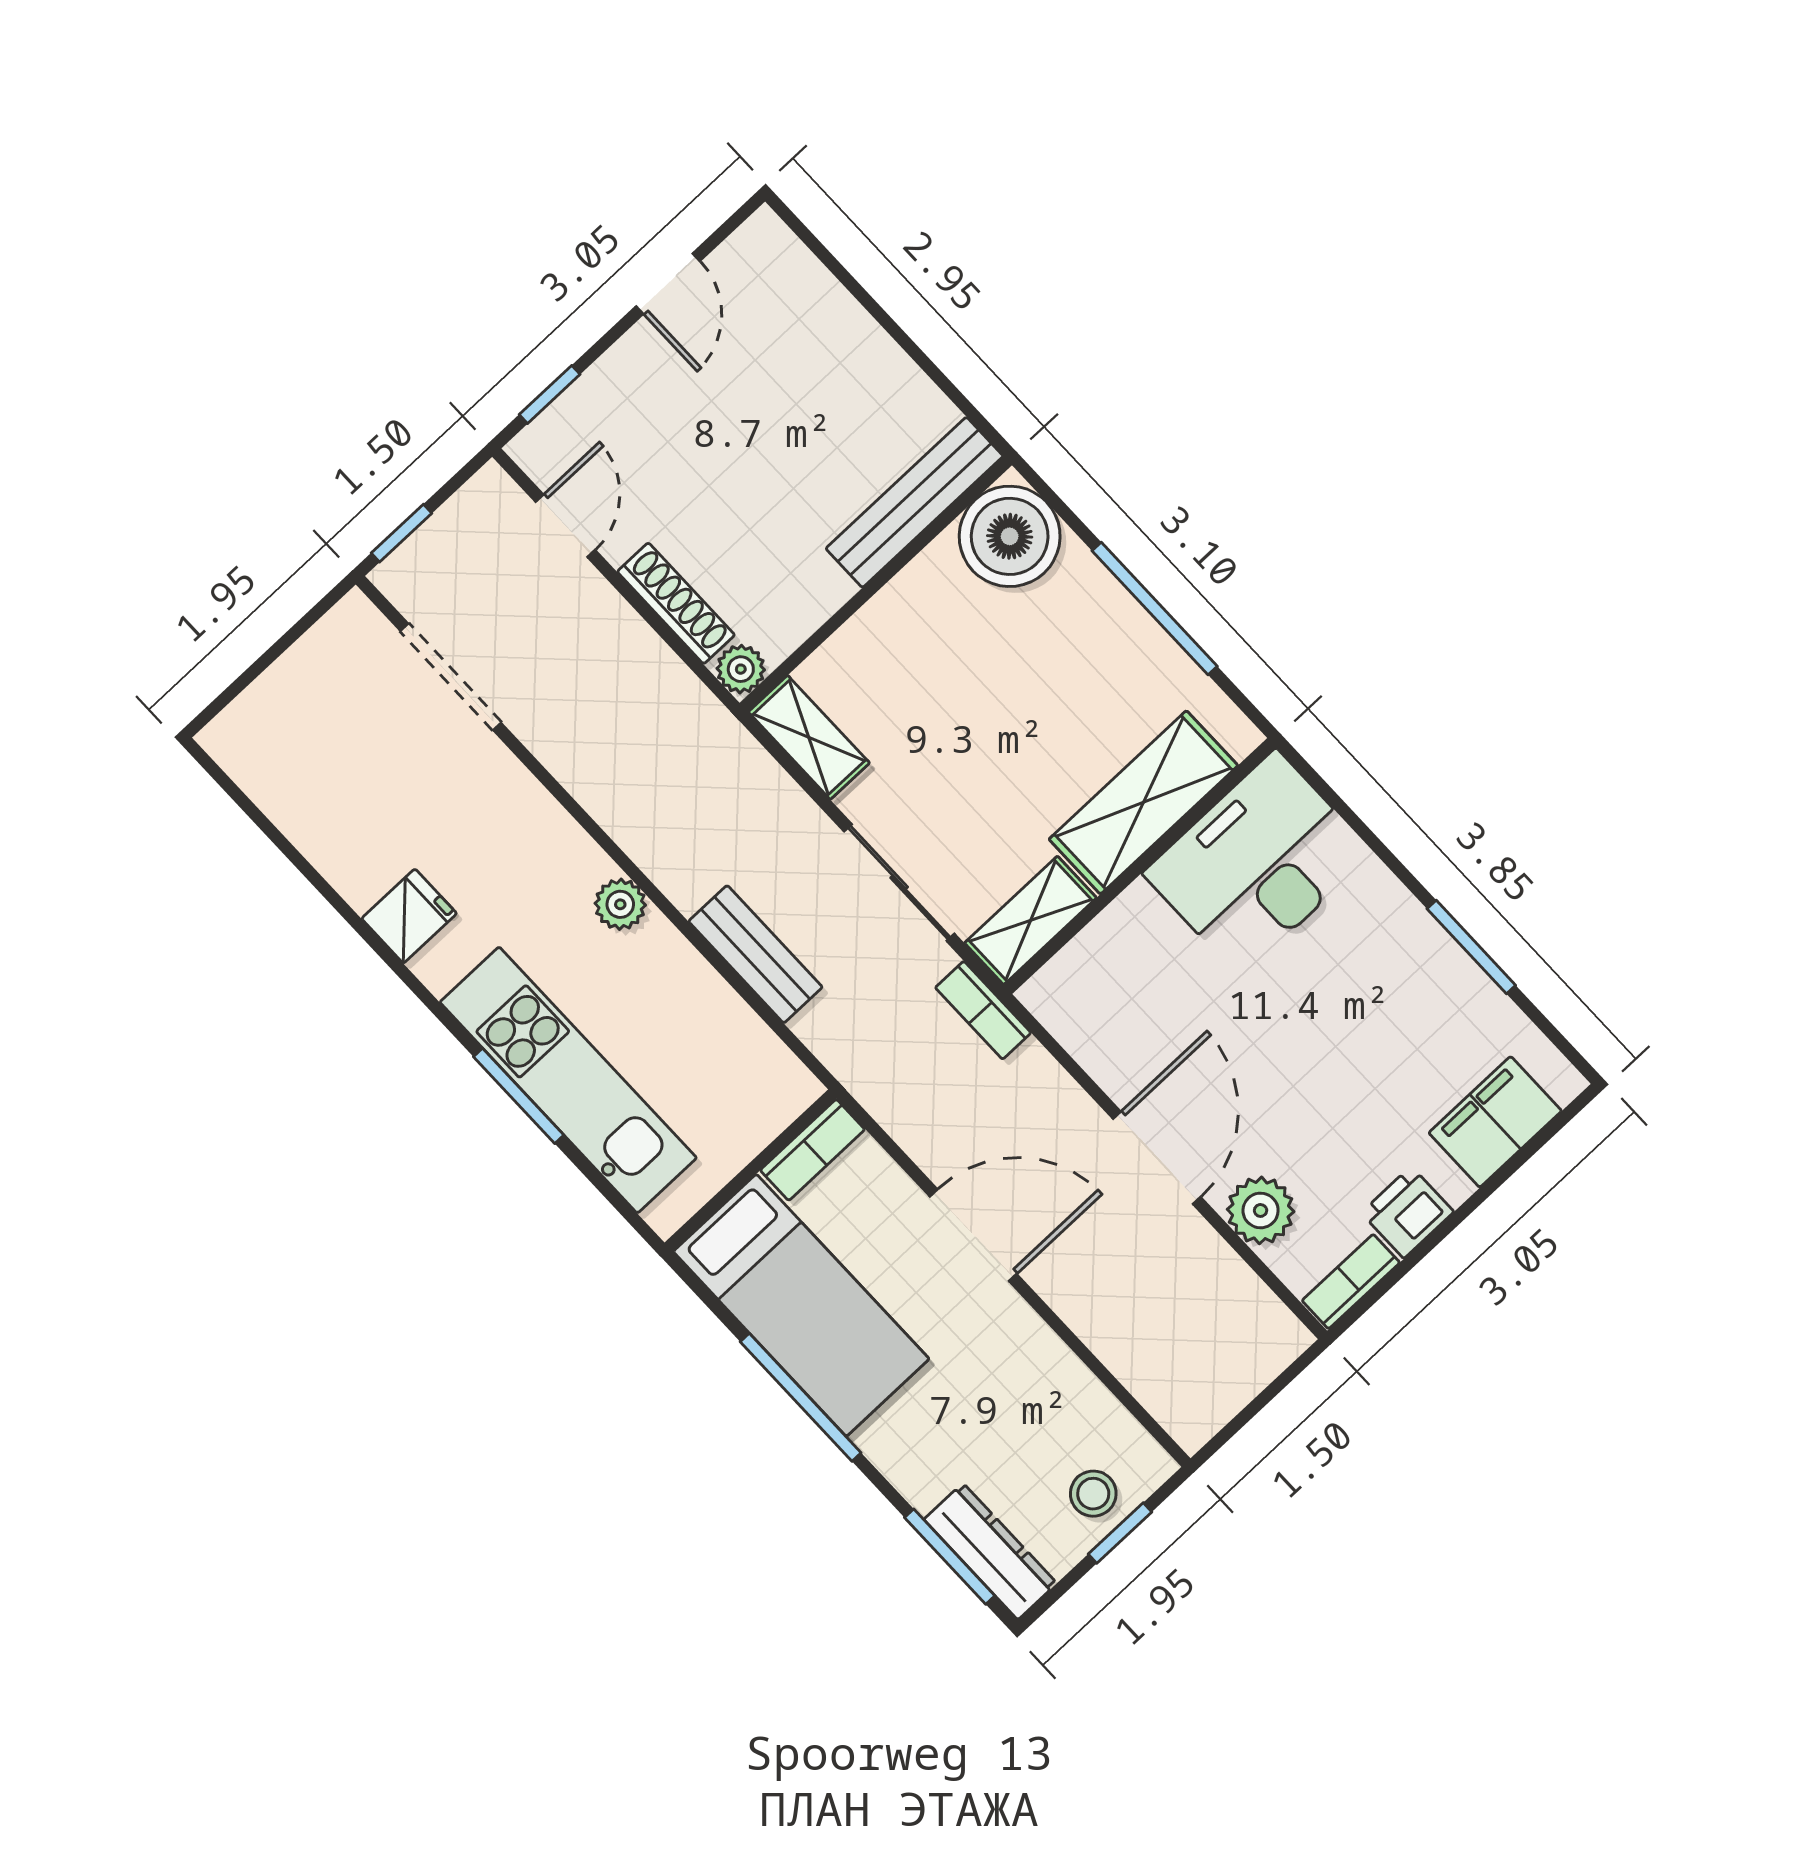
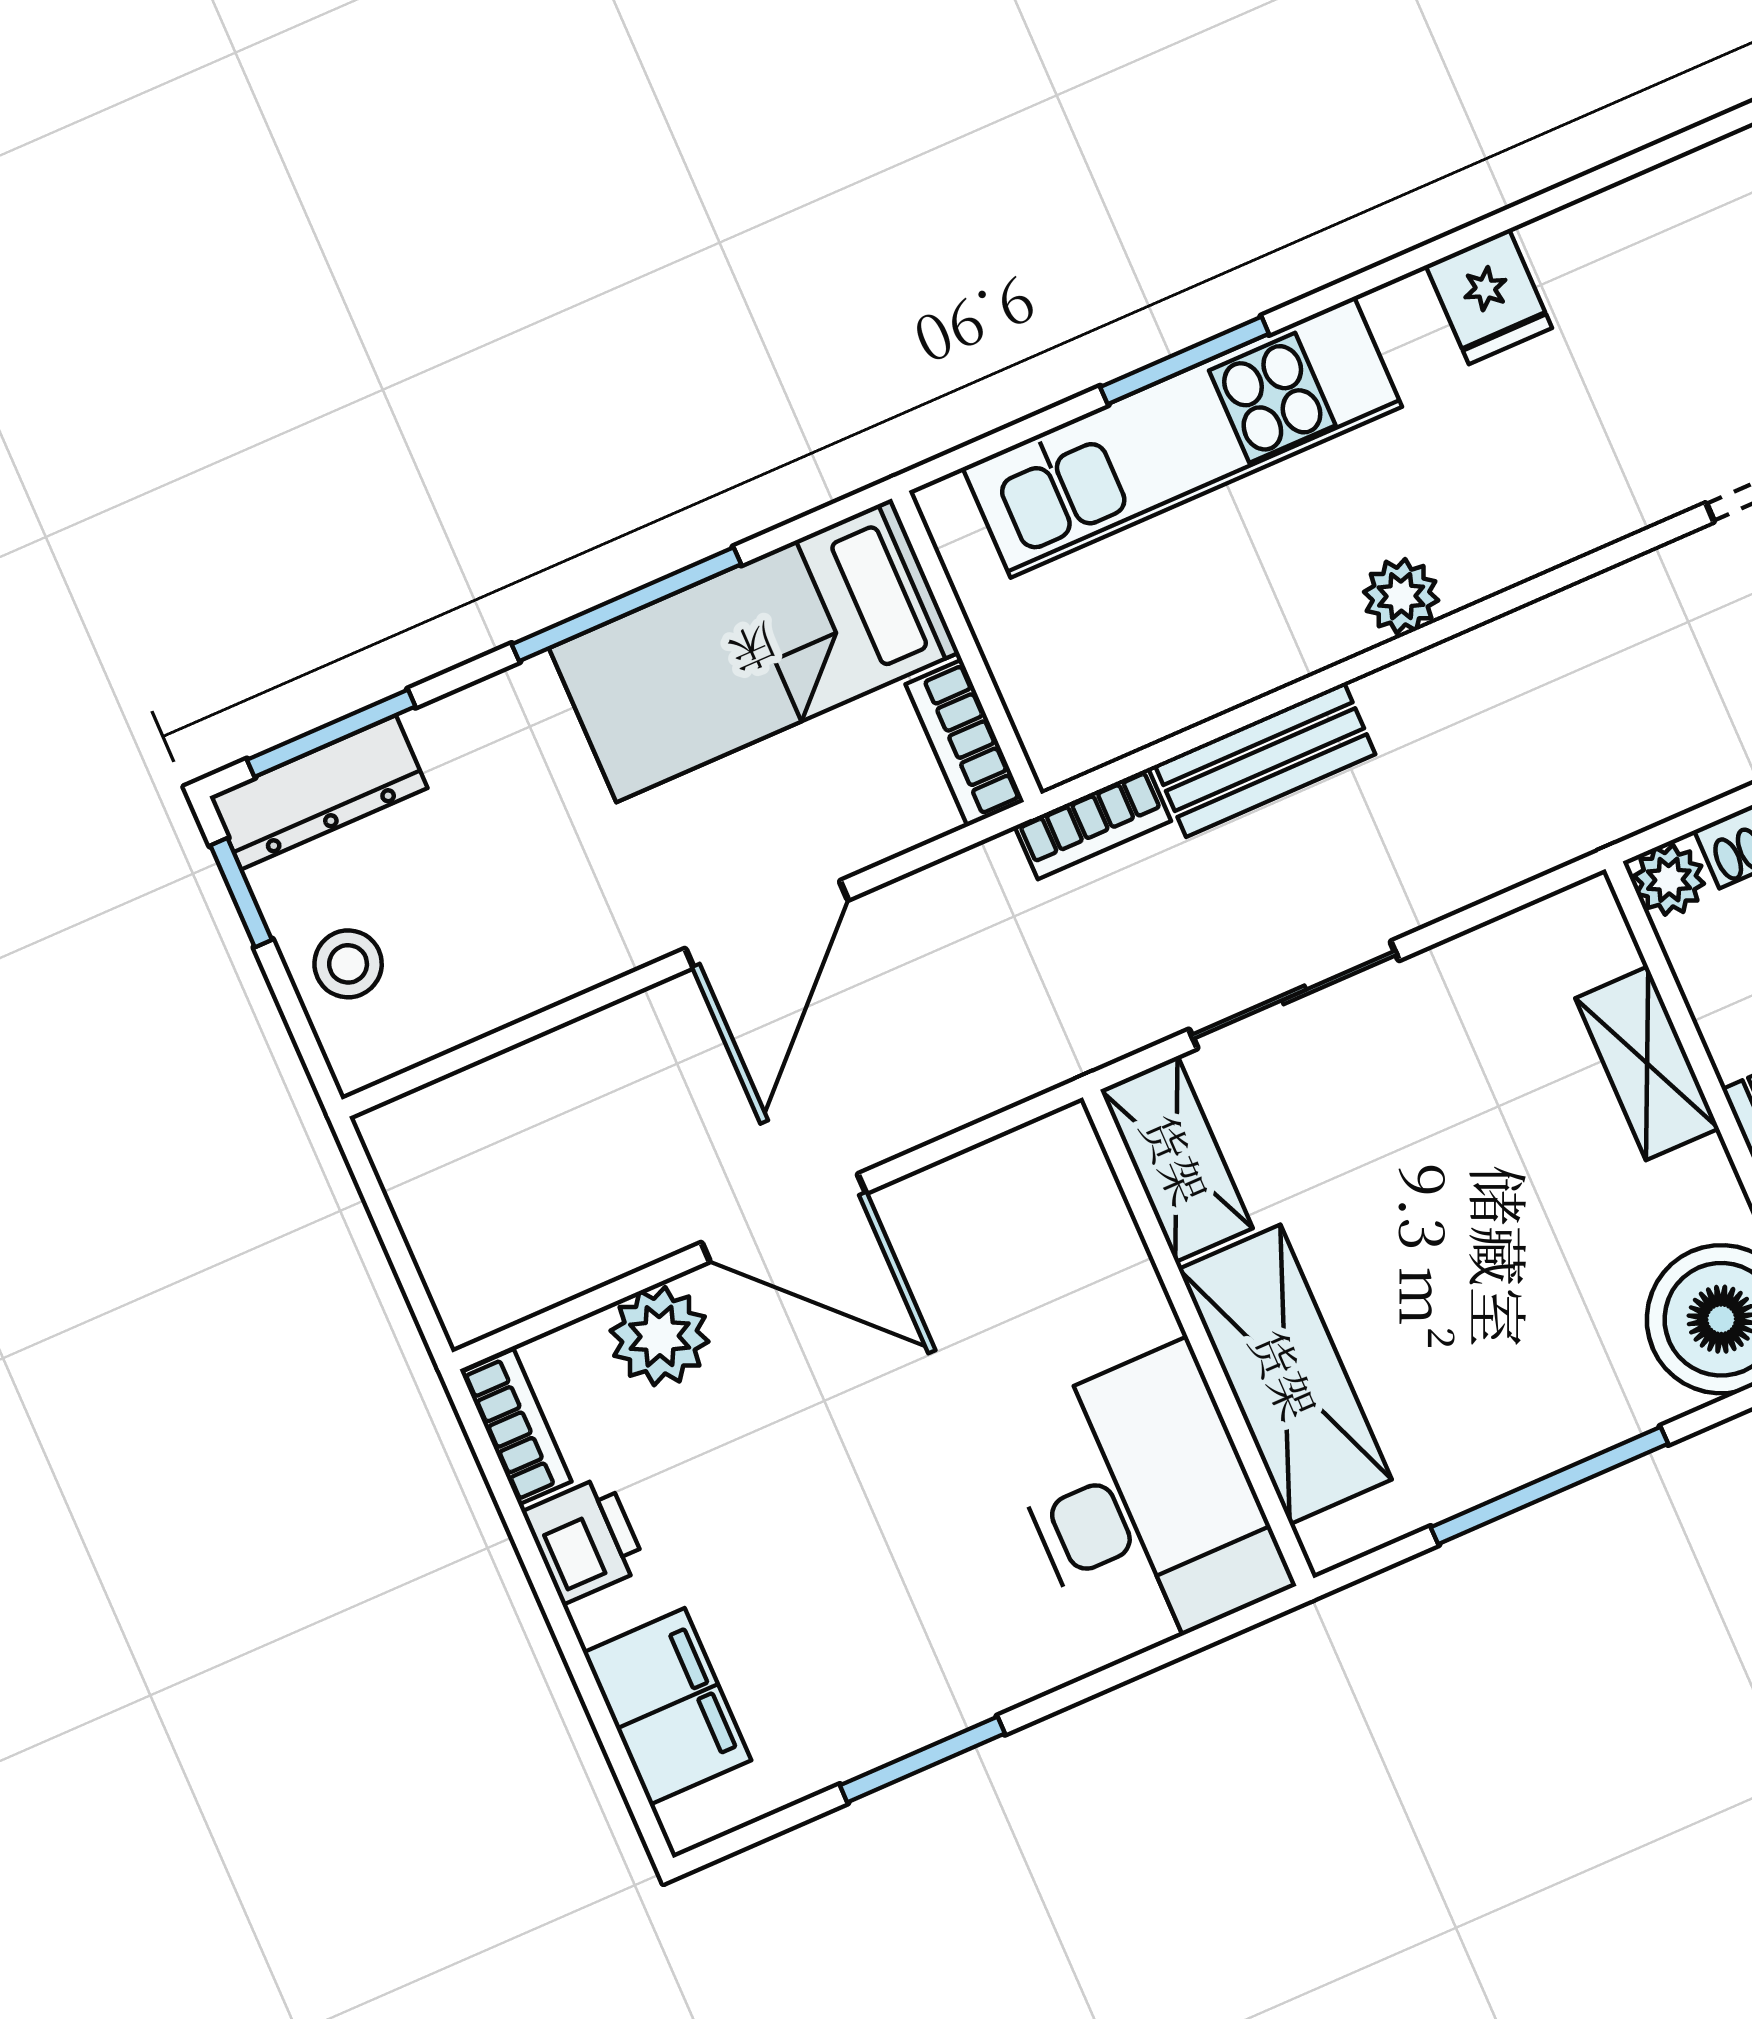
shelving: (809, 737) -> (1647, 1063), moved, turned 90
bookcase: (983, 1010) -> (1093, 824), moved, turned 180
window: (1120, 1533) -> (241, 893), moved

